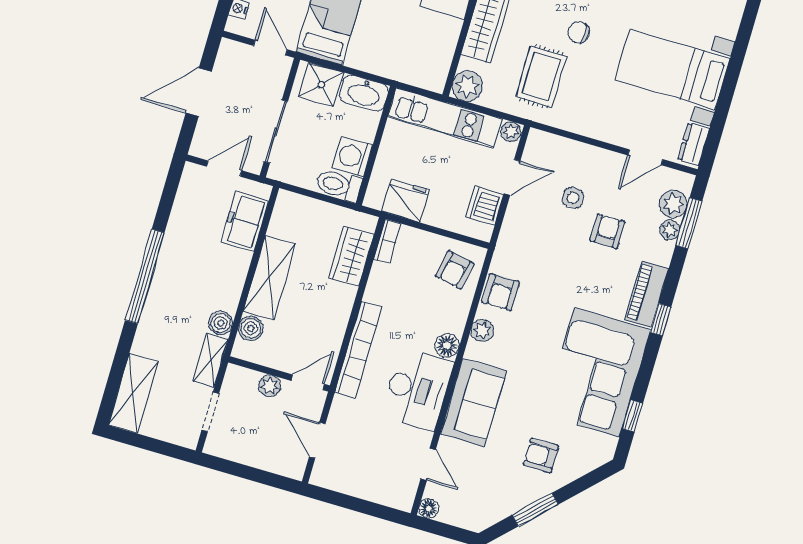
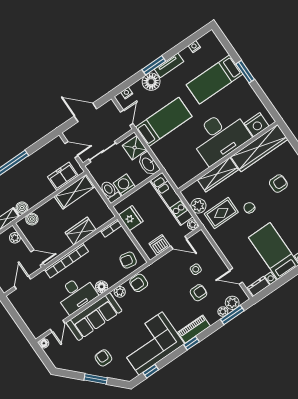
plant: (467, 86) -> (198, 206), moved
wardrobe: (351, 256) -> (81, 231), moved
shelving: (269, 278) -> (75, 192), moved
plant: (270, 386) -> (15, 238), moved
sofa: (474, 402) -> (94, 317), width x1.36
window: (535, 510) -> (96, 379), moved

